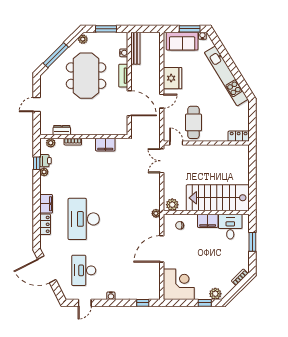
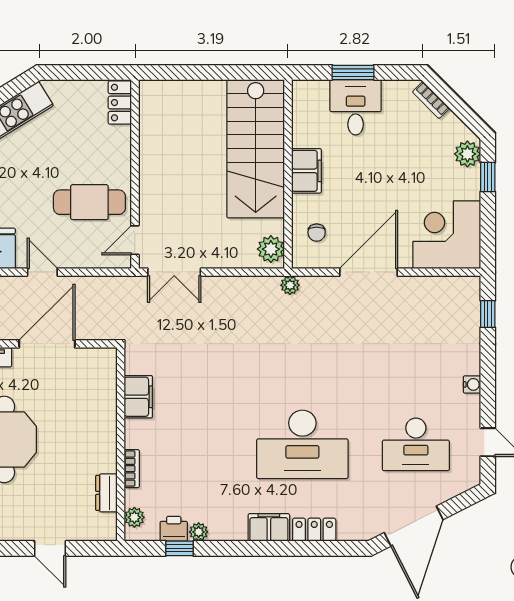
desk: (230, 227) -> (356, 107), moved, turned 90
door: (162, 249) -> (369, 272), swing flipped

